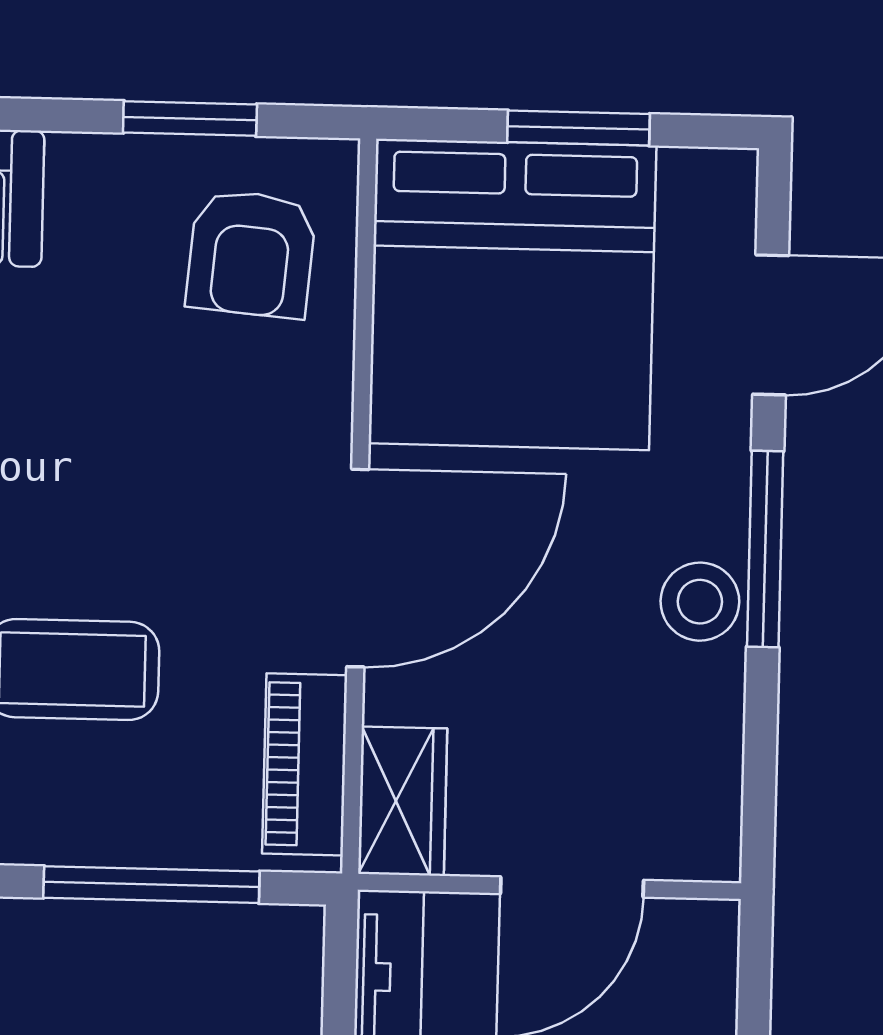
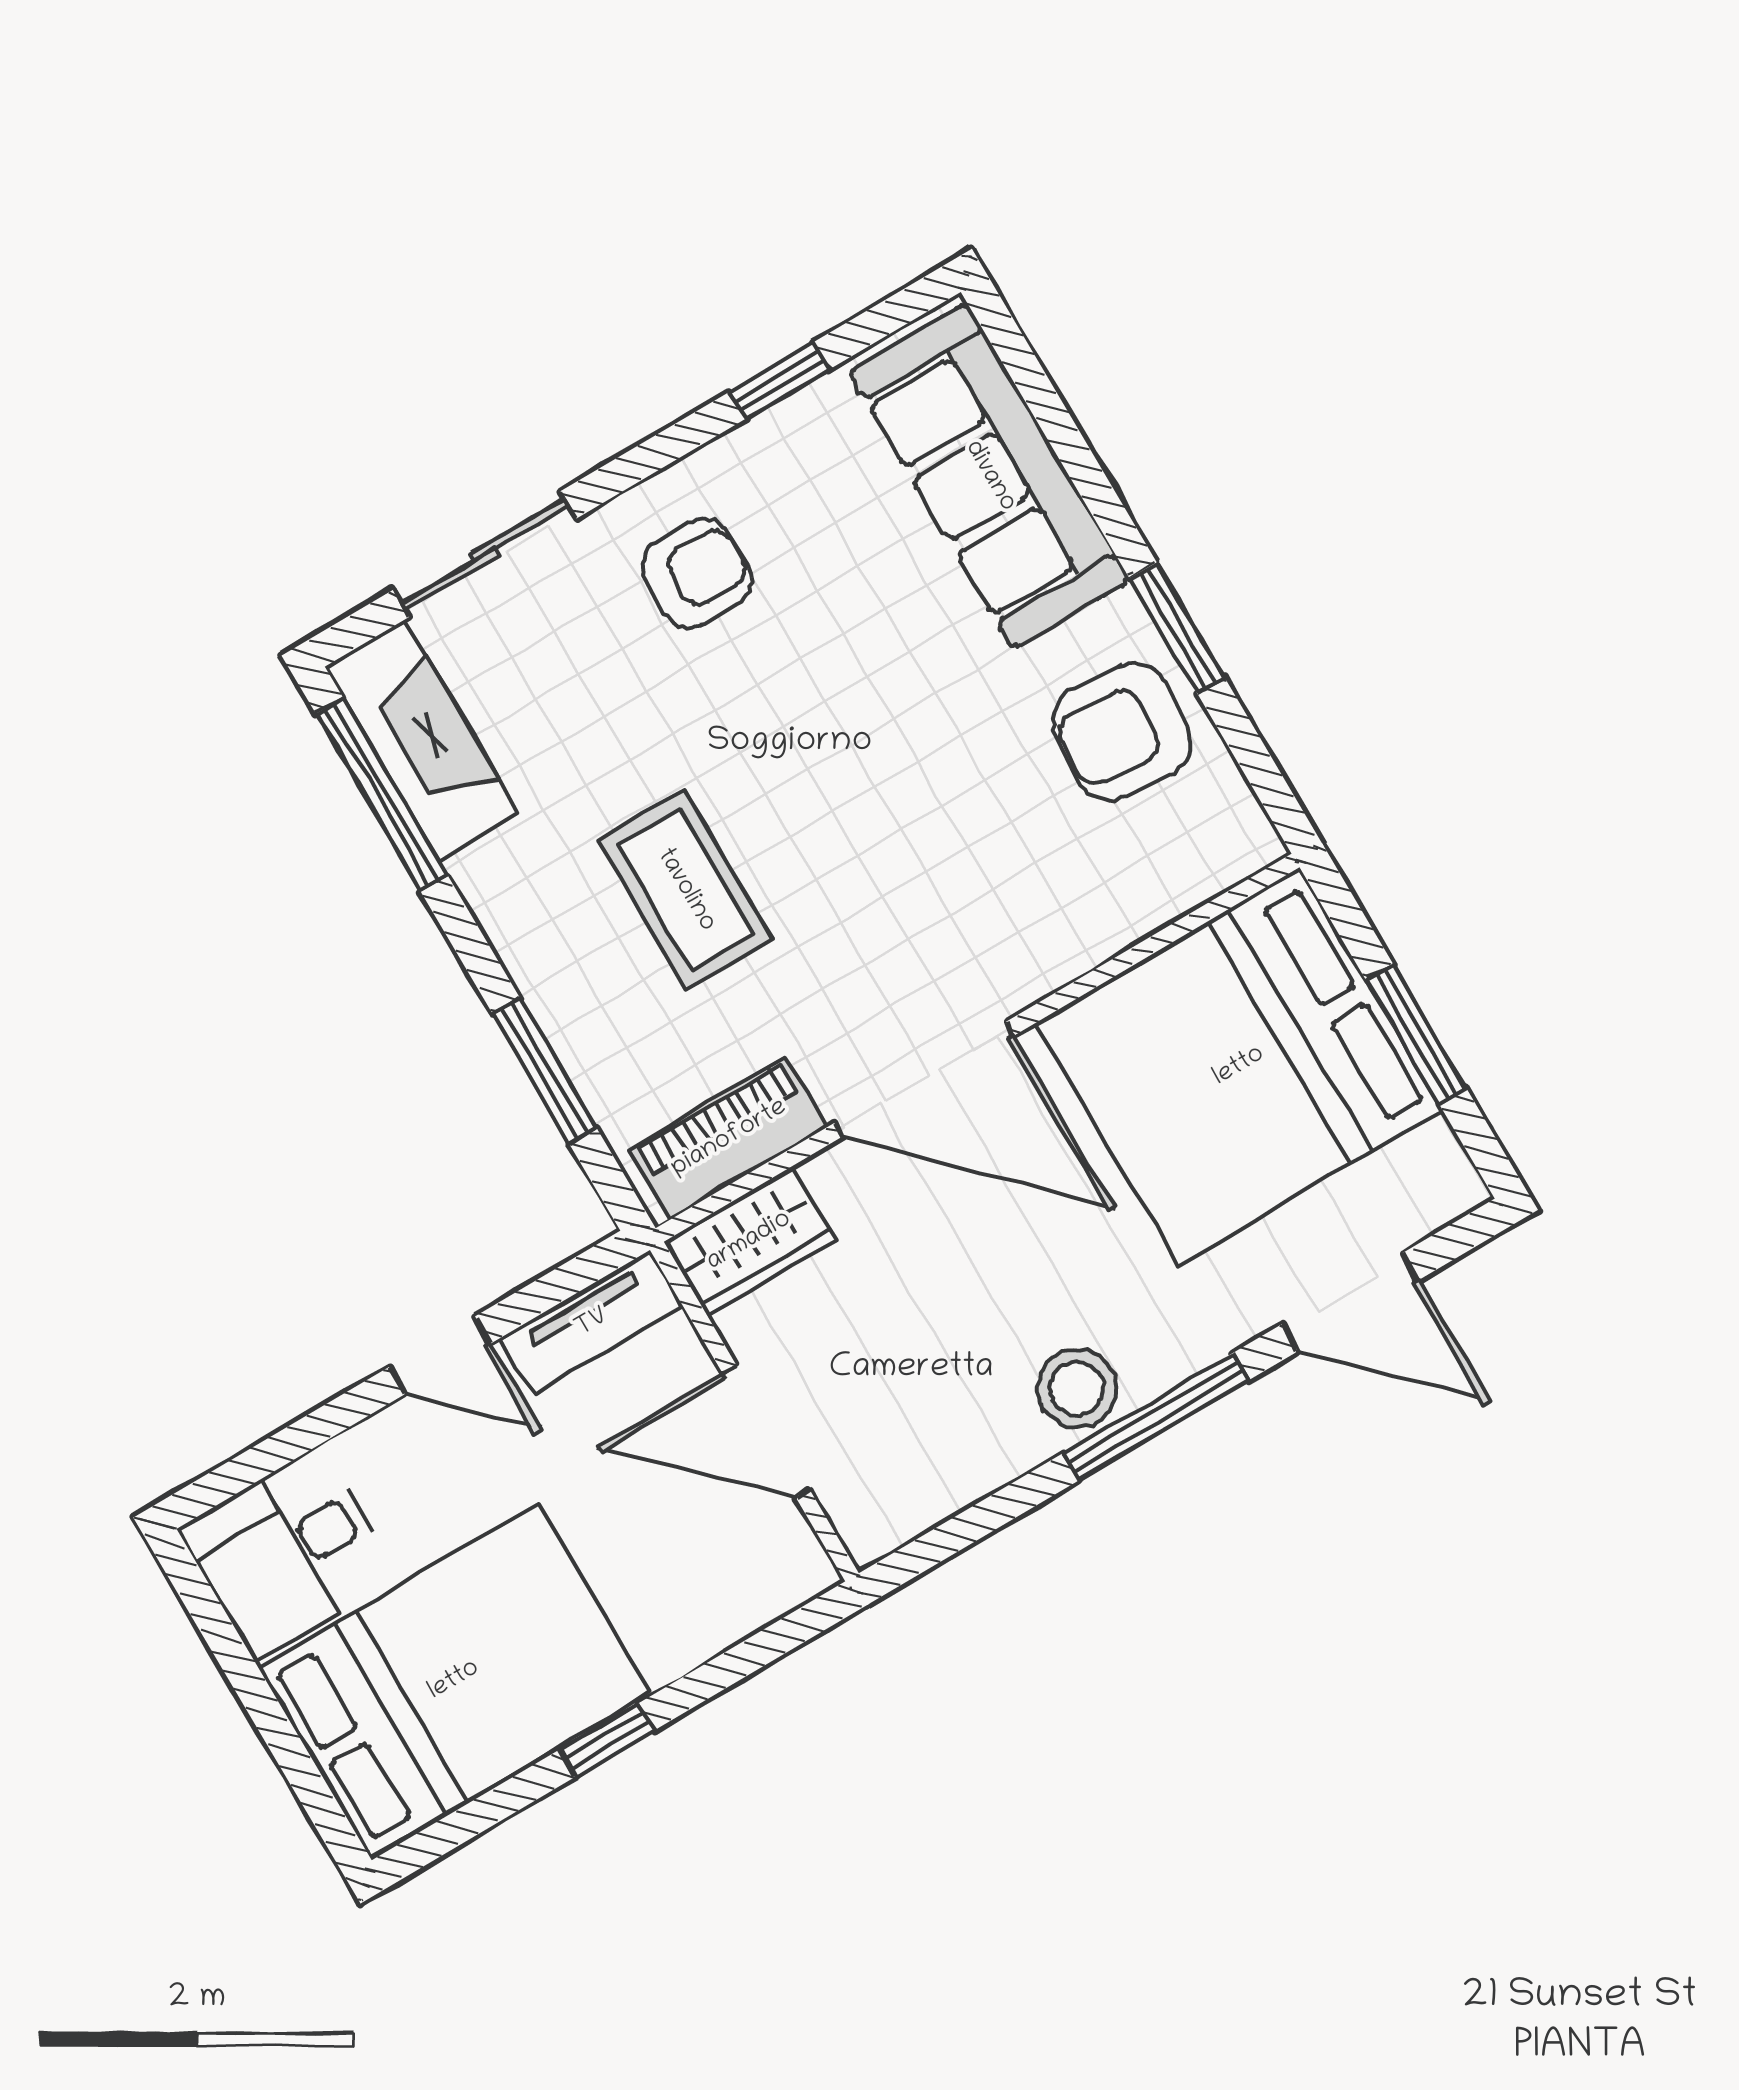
window: (190, 119) -> (1177, 628), moved
armchair: (251, 254) -> (1122, 732), moved
window: (151, 885) -> (545, 1071), width x0.69

